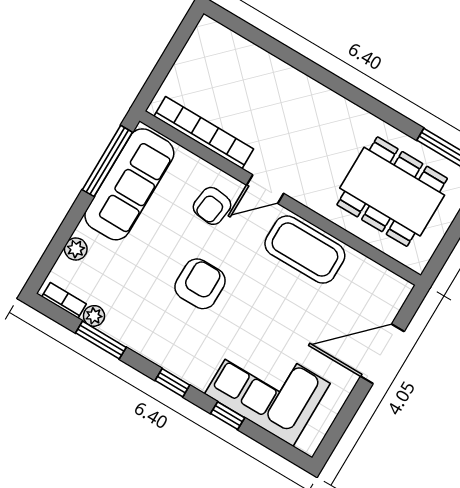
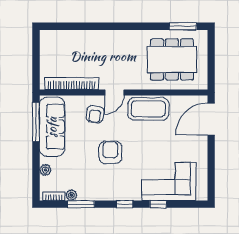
door: (382, 354) -> (211, 119), moved

